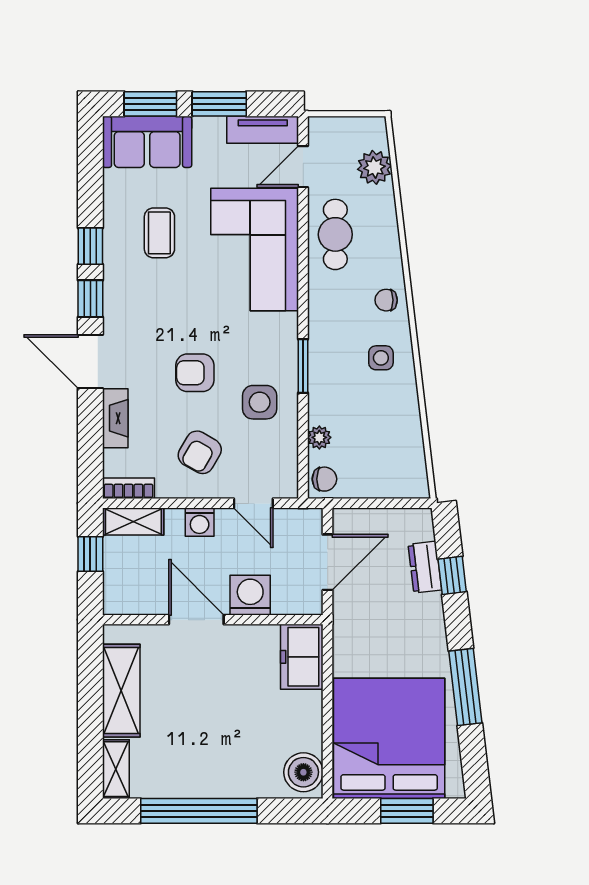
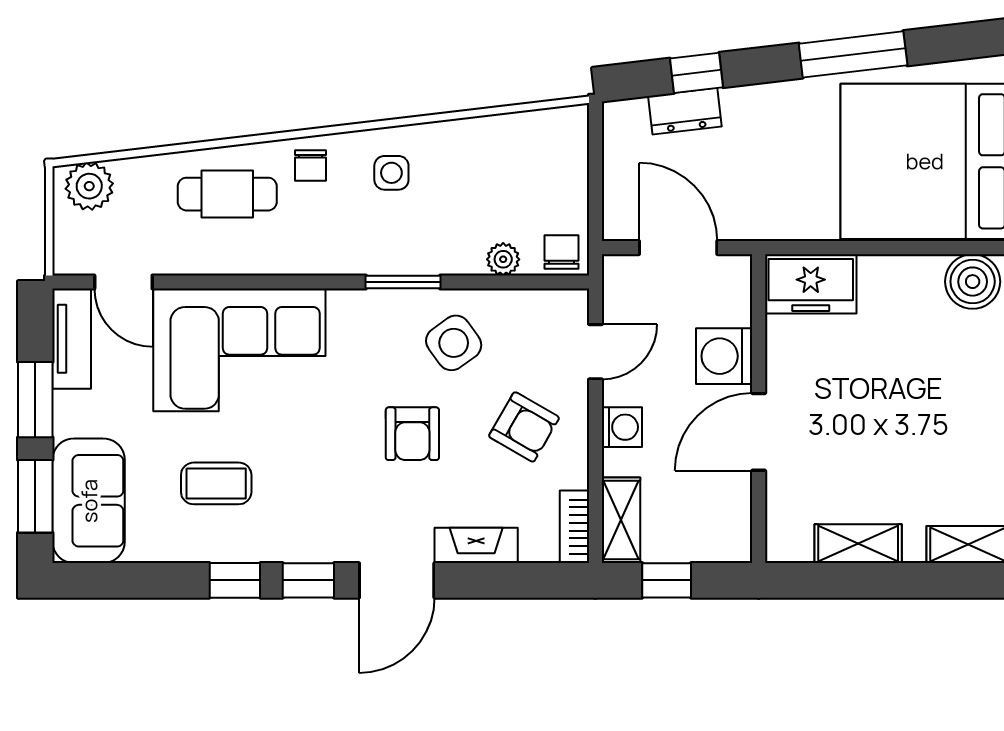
plant: (374, 167) -> (89, 186), moved
cafe table: (335, 234) -> (227, 194), moved
side table: (260, 402) -> (454, 343), turned -36
shelving: (121, 691) -> (858, 544), width x0.67, depth x0.75

